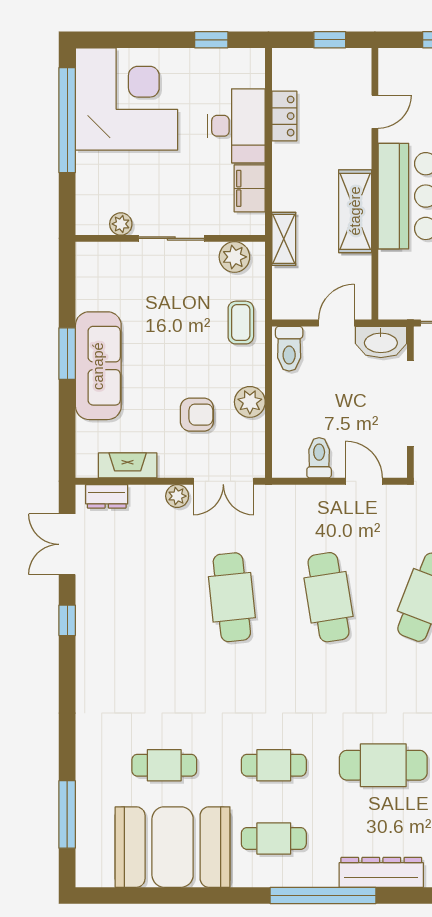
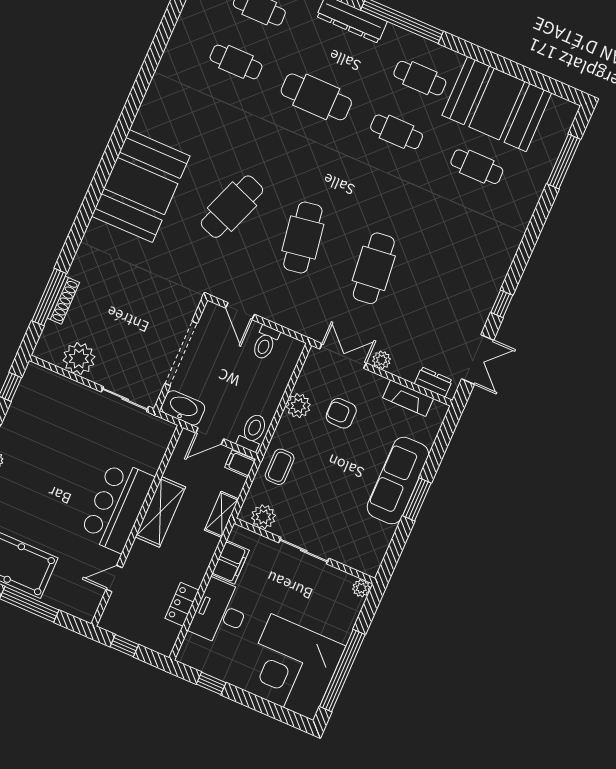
plant: (121, 224) -> (361, 588), moved
filing cabinet: (288, 306) -> (240, 464), added

